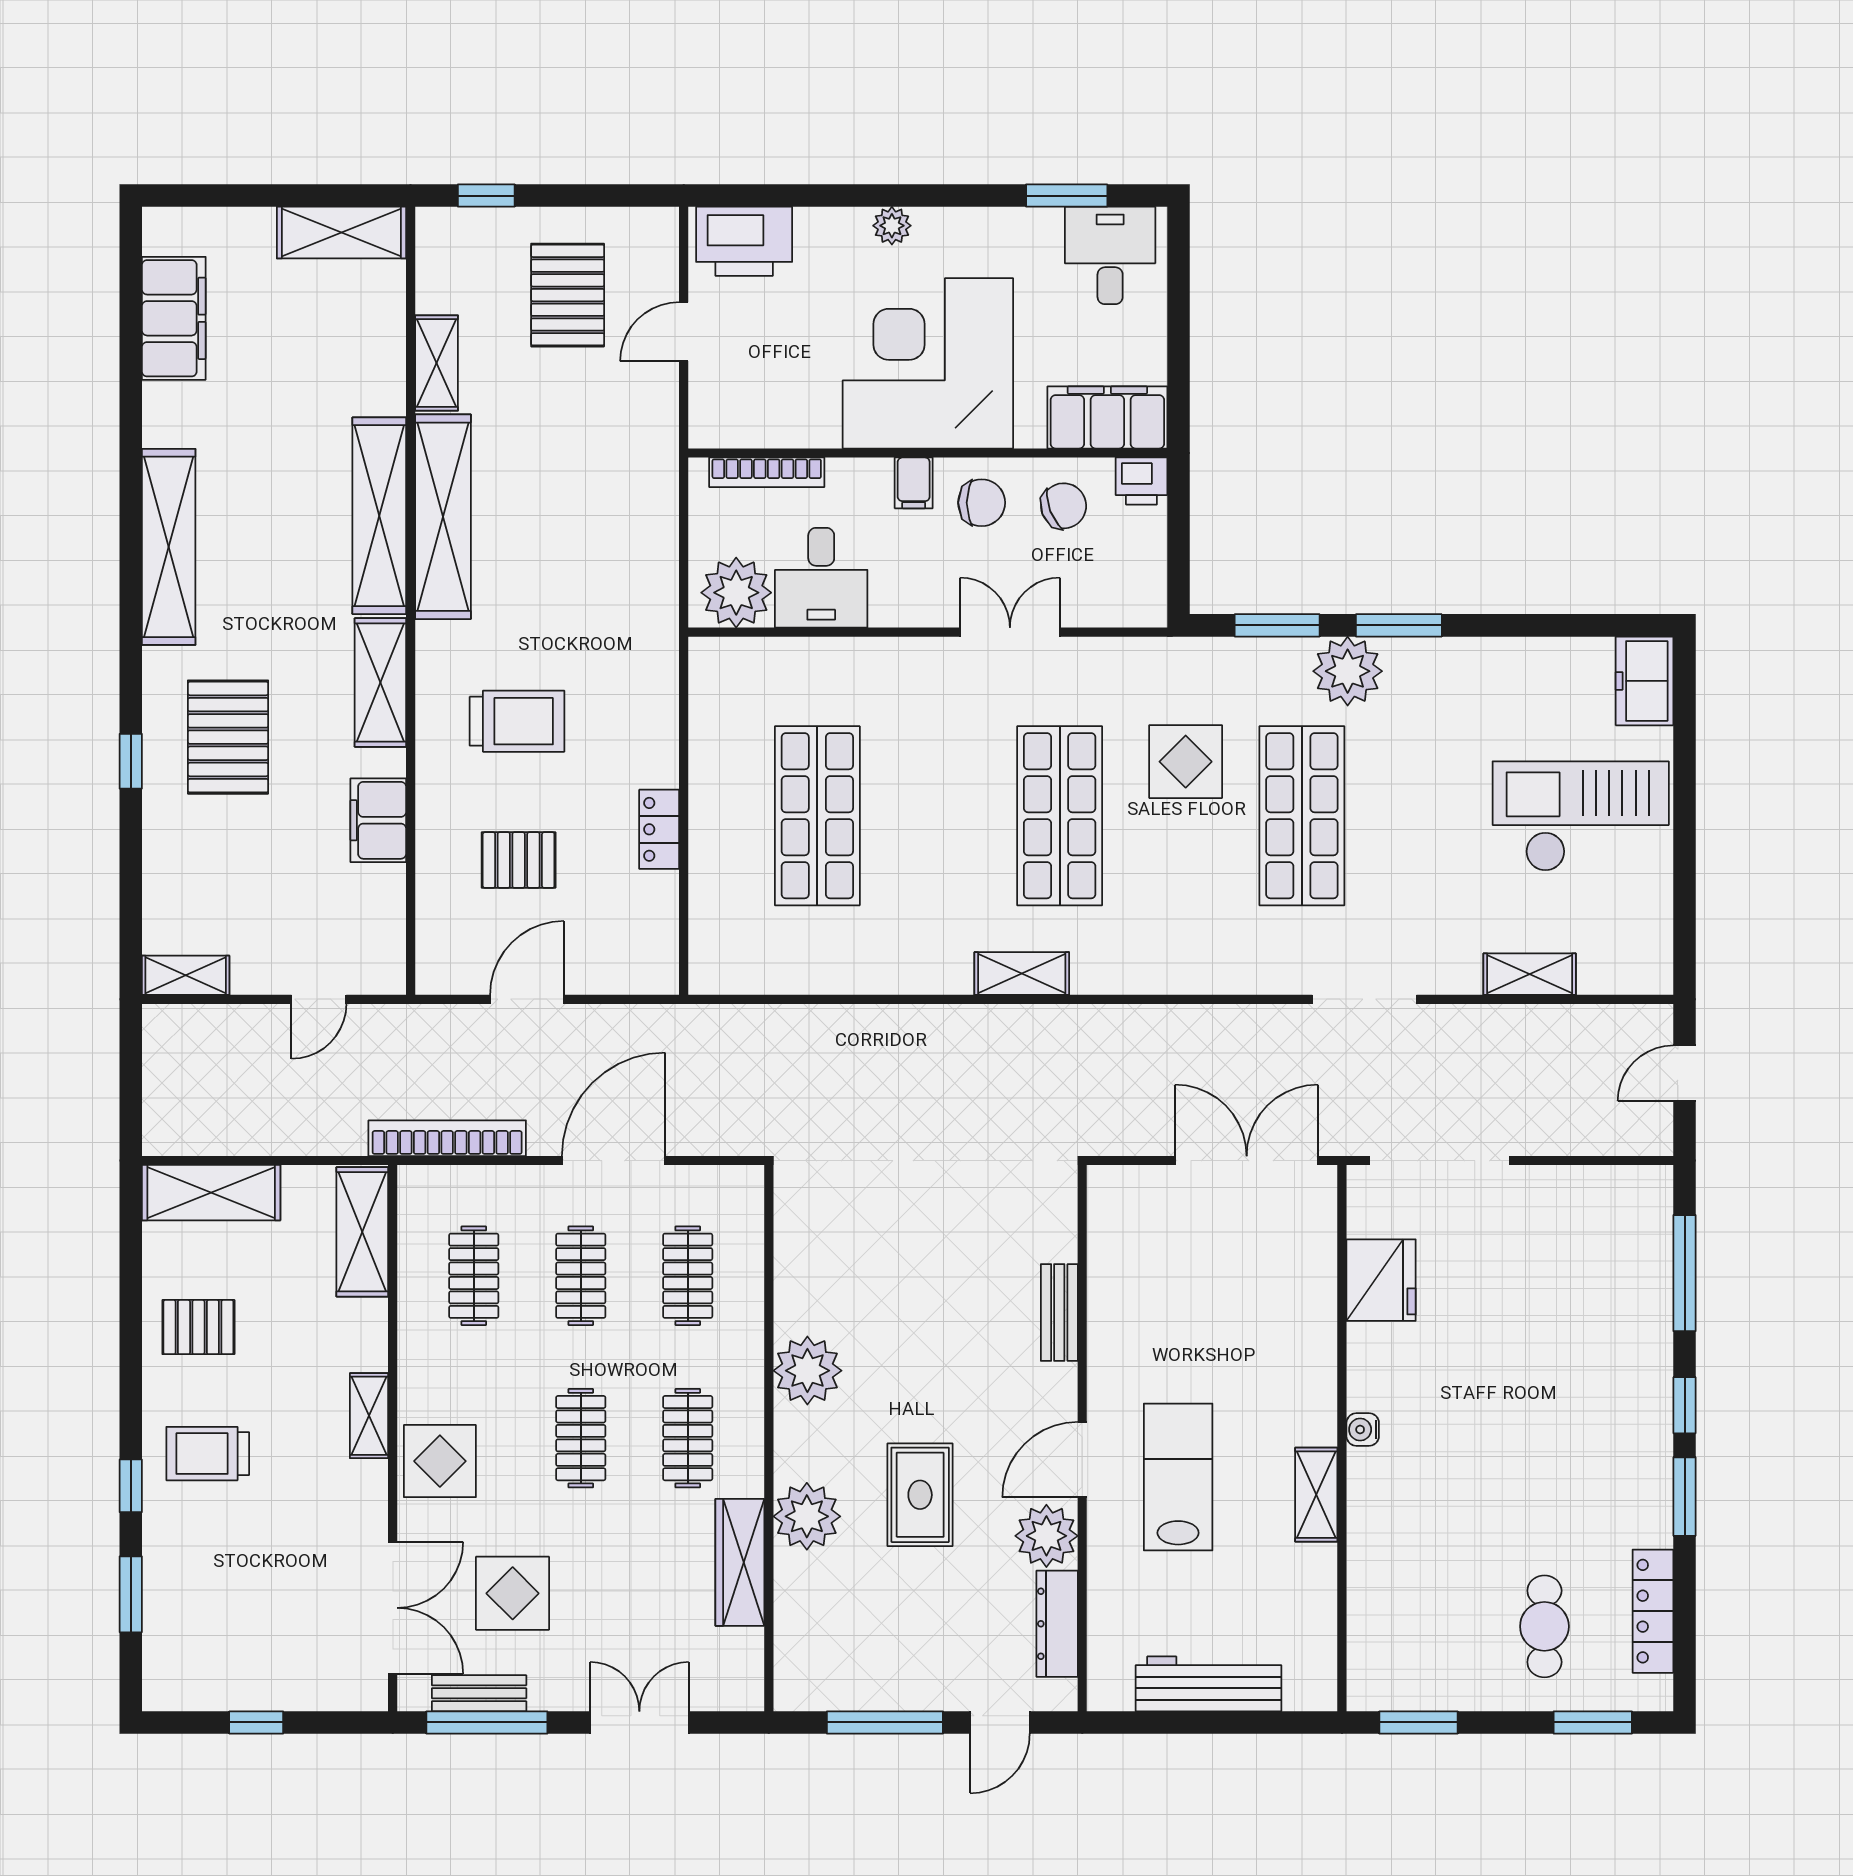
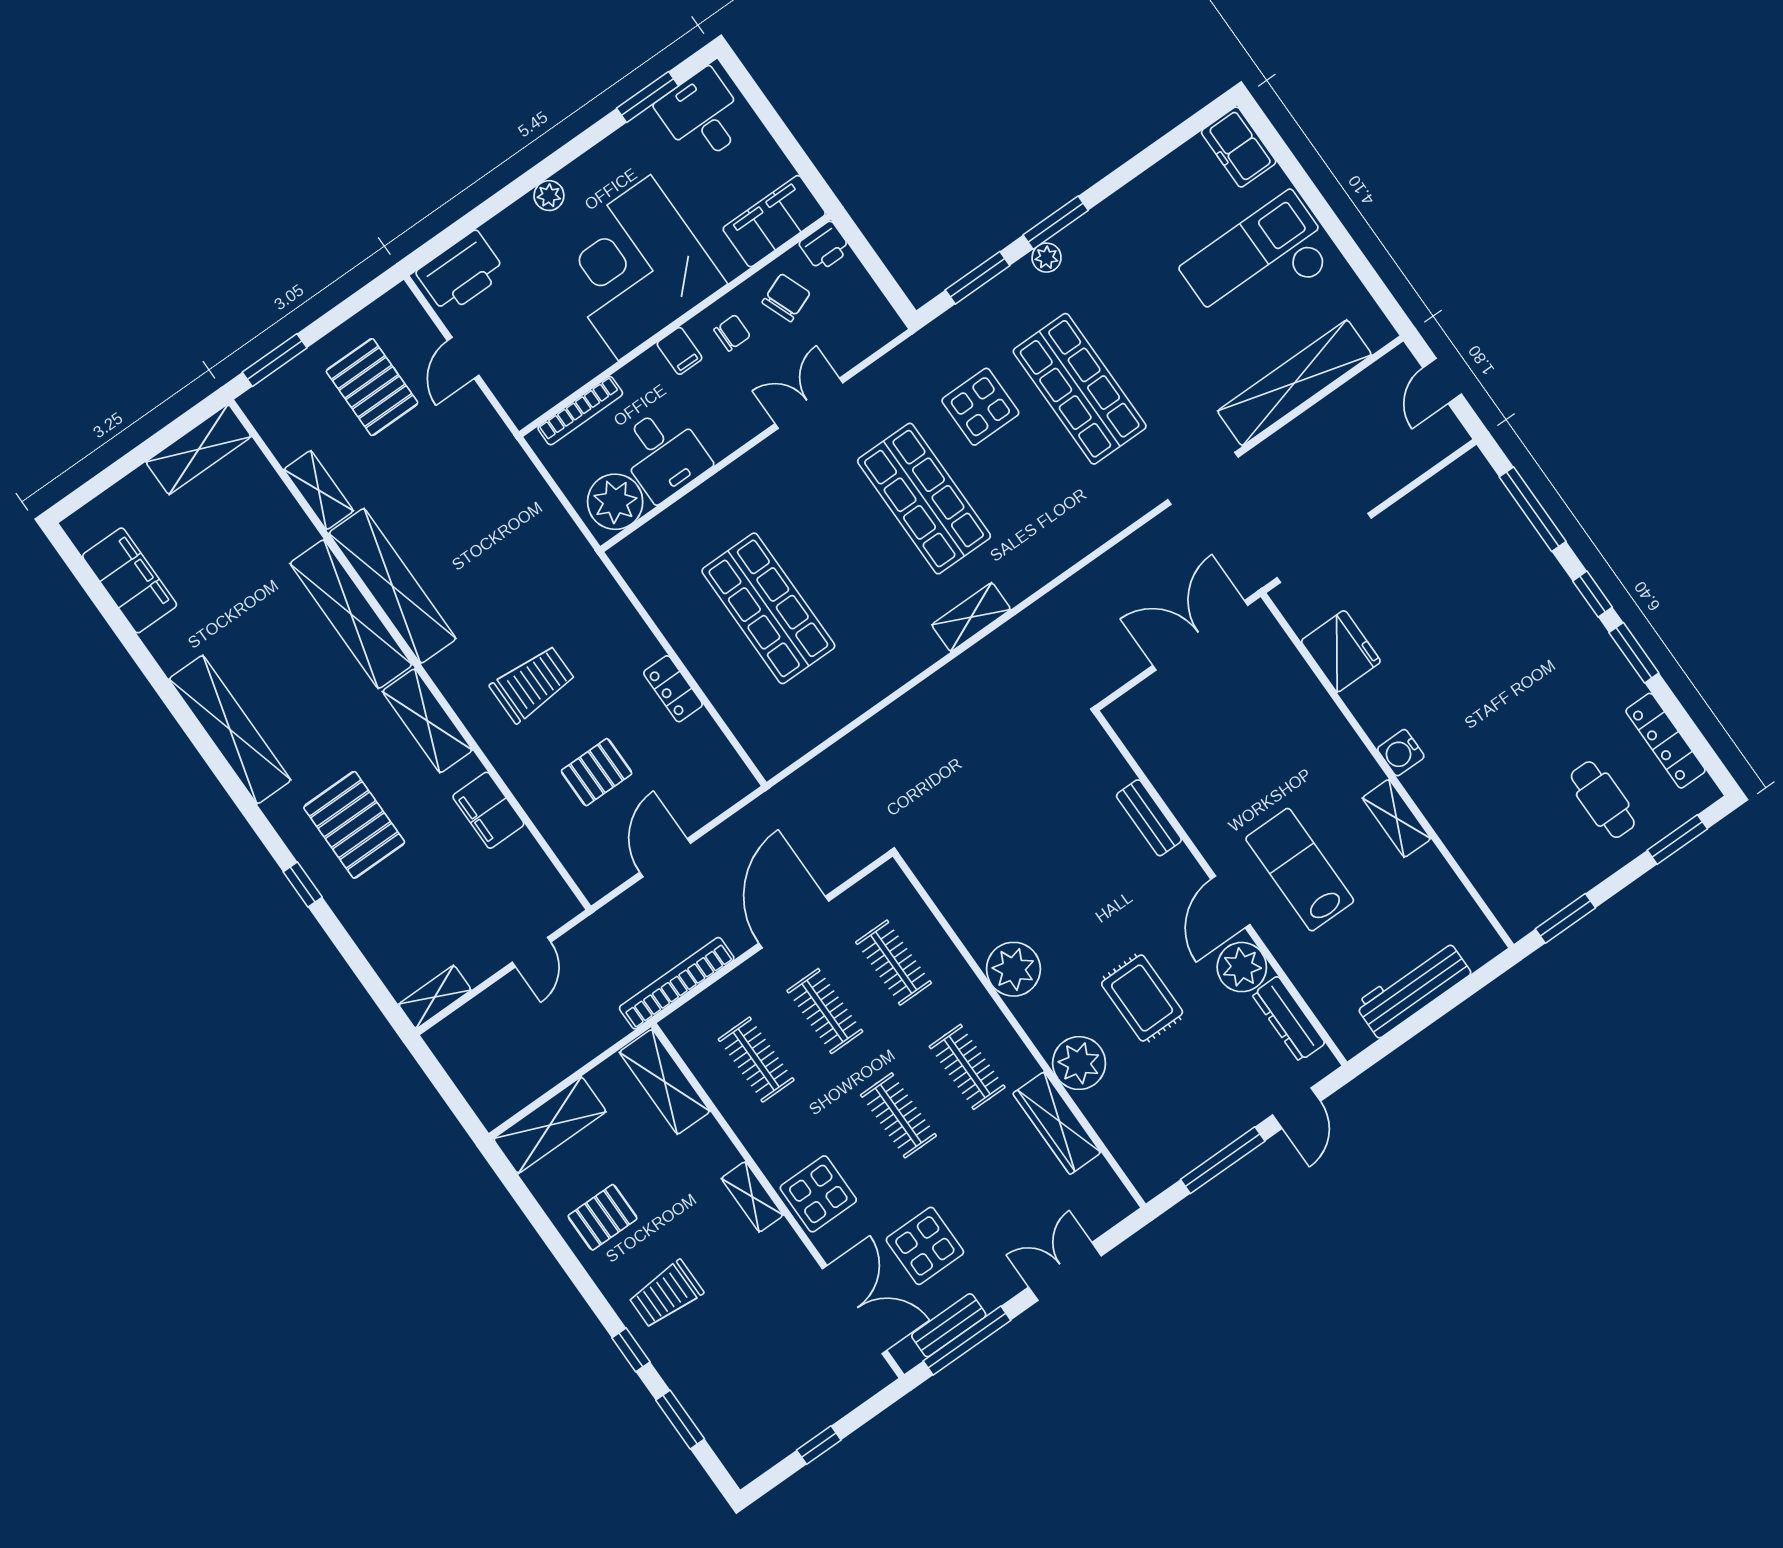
window: (486, 196) -> (275, 360), width x1.50
chair: (982, 503) -> (732, 333), width x0.73, depth x0.73
plant: (1348, 671) -> (1047, 258), width x0.53, depth x0.53
shelving: (1530, 974) -> (1295, 383), width x2.20, depth x1.33
water cooler: (1363, 1430) -> (1401, 753), width x1.38, depth x1.38

